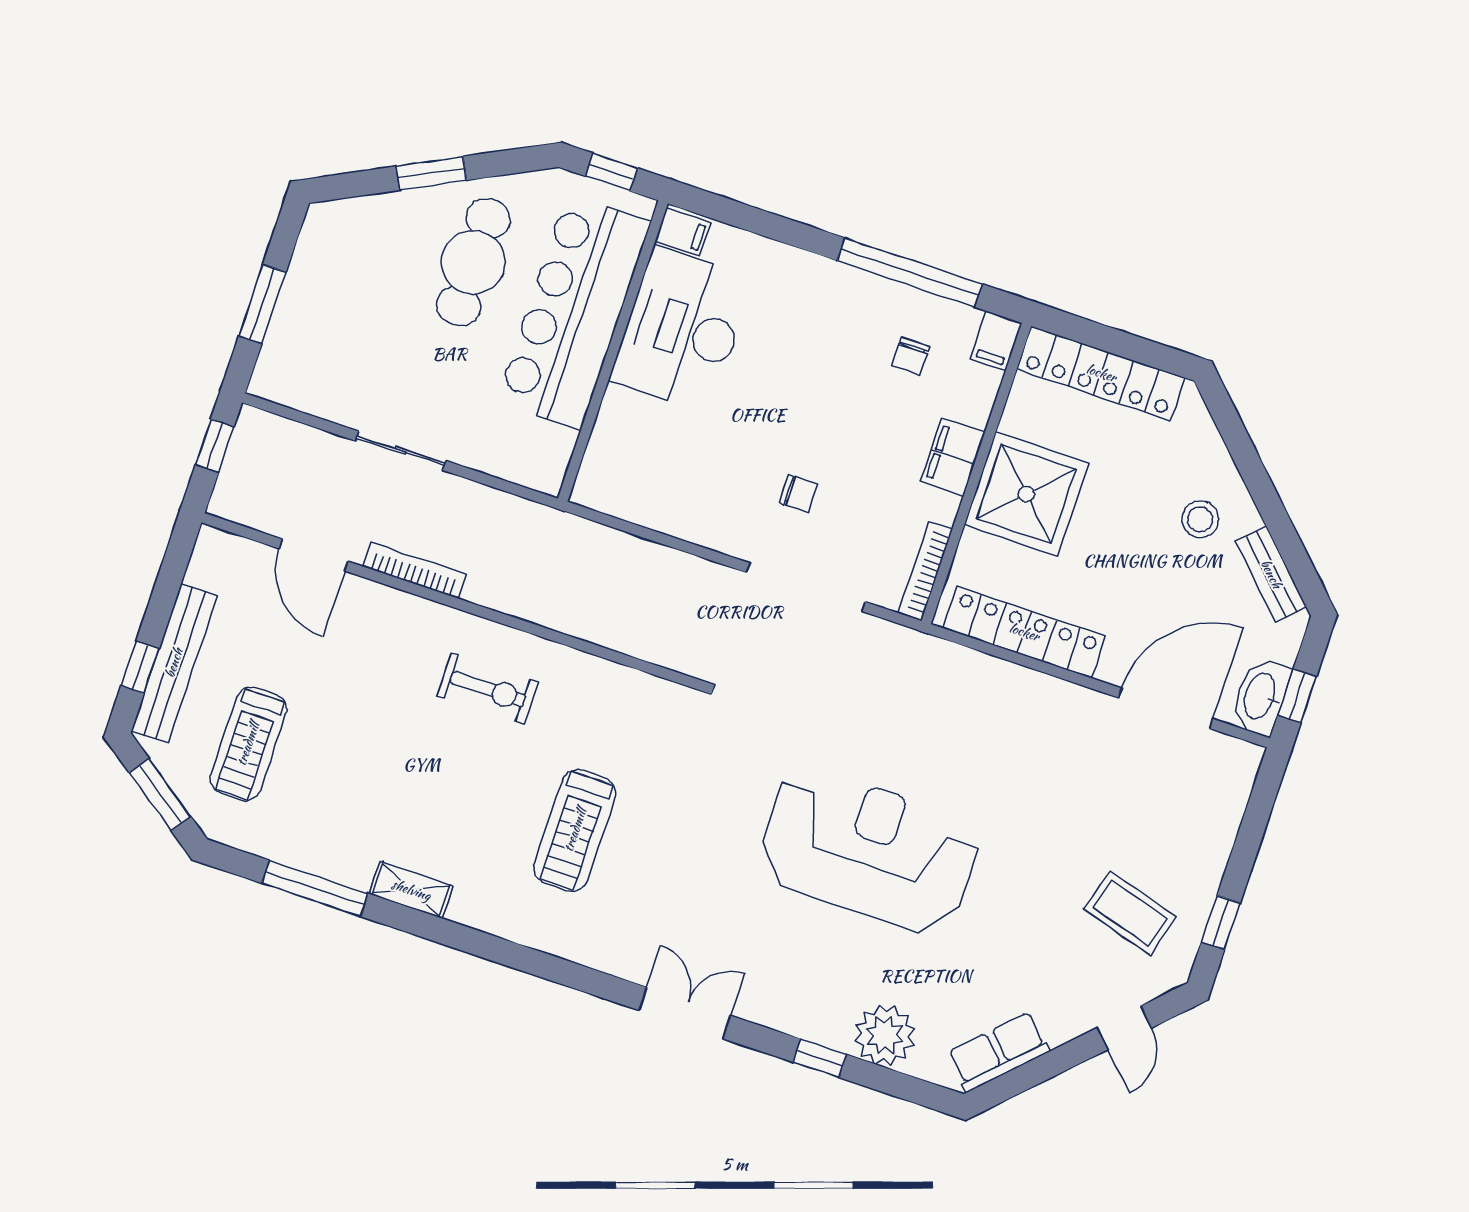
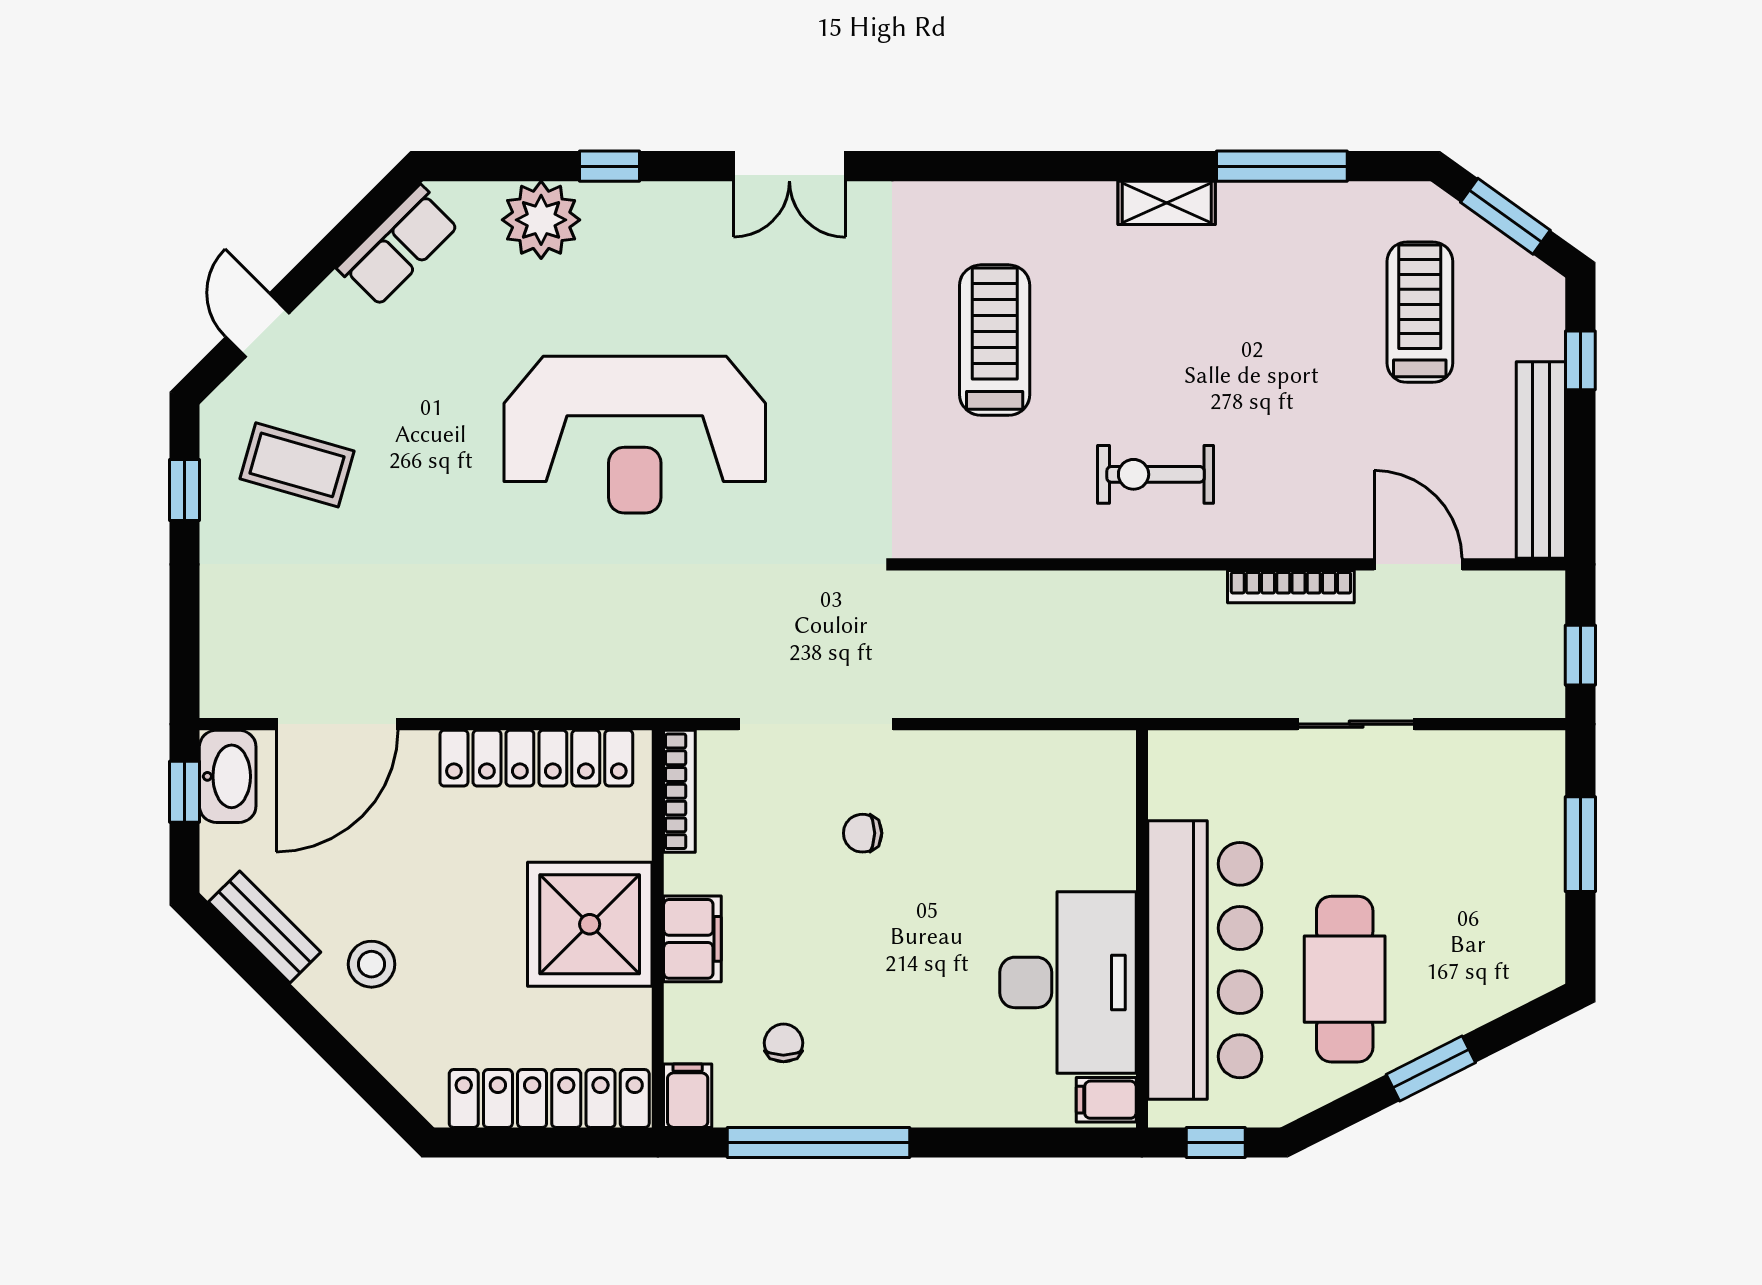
bench: (174, 663) -> (1541, 460), moved

